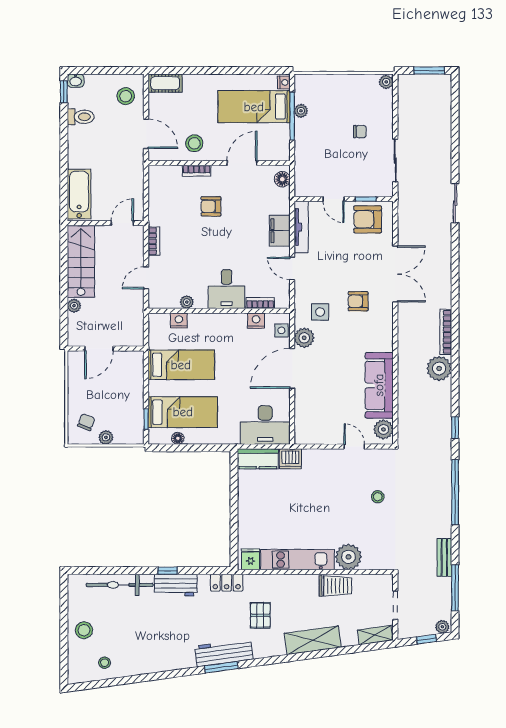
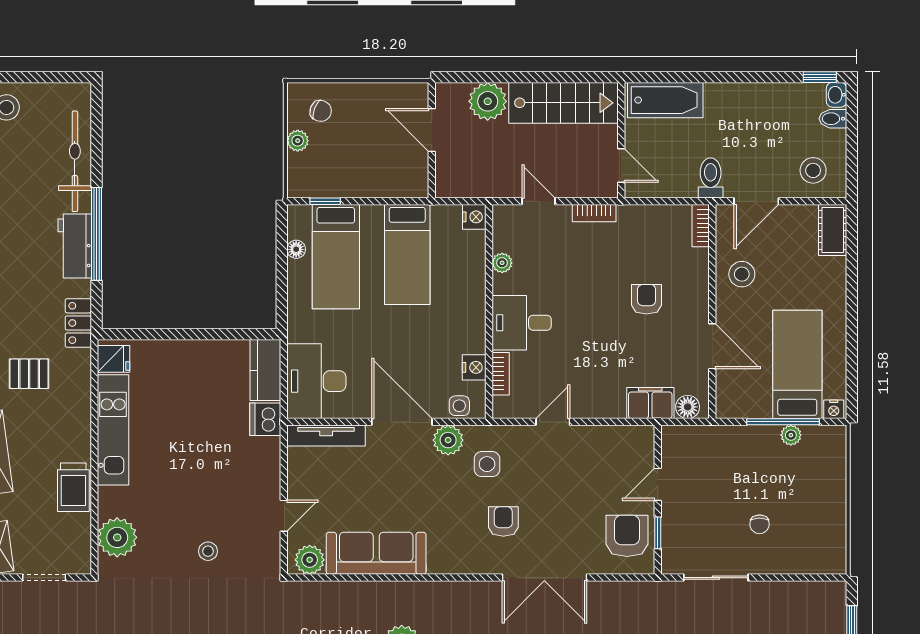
plant: (386, 82) -> (835, 564), removed
bidet: (91, 83) -> (833, 119), added
toilet: (81, 117) -> (711, 178), moved, turned 180
bookcase: (197, 171) -> (701, 226), moved
tv unit: (301, 227) -> (326, 436), moved
filing cabinet: (280, 231) -> (650, 403), moved
plant: (74, 306) -> (488, 101), width x1.88, depth x1.88
nightstand: (179, 320) -> (474, 217), moved
plant: (349, 557) -> (117, 537), moved
window: (168, 571) -> (96, 234), width x3.17

